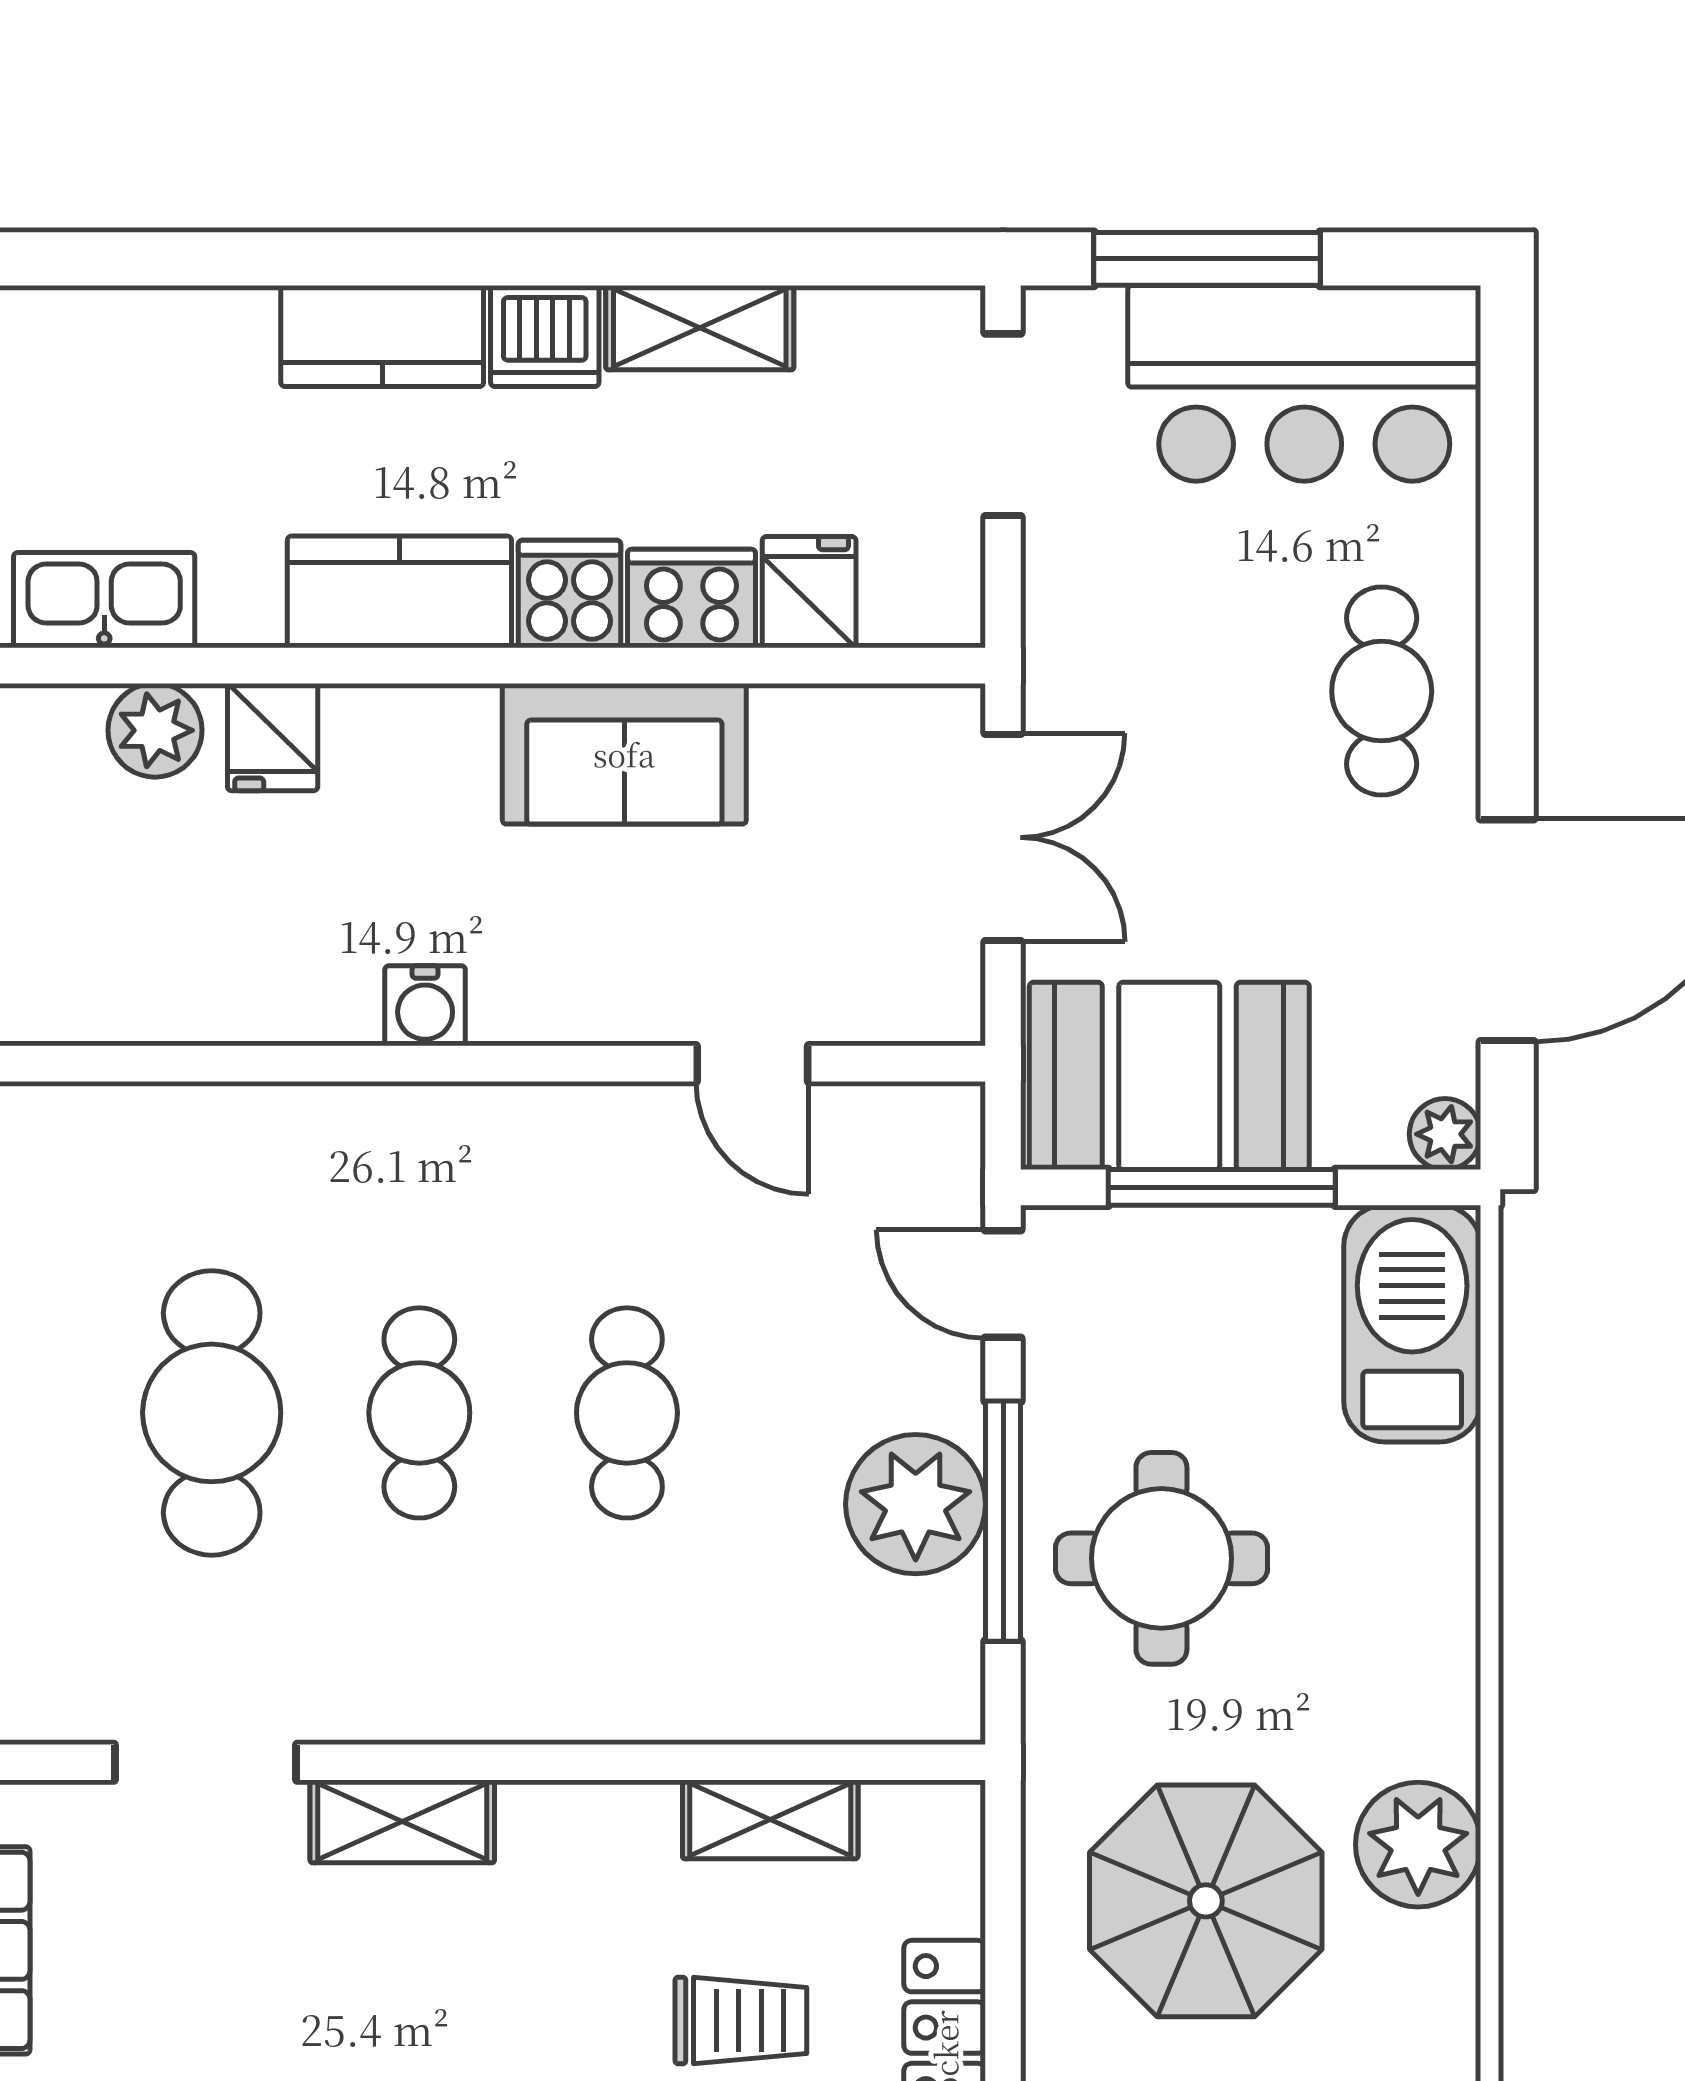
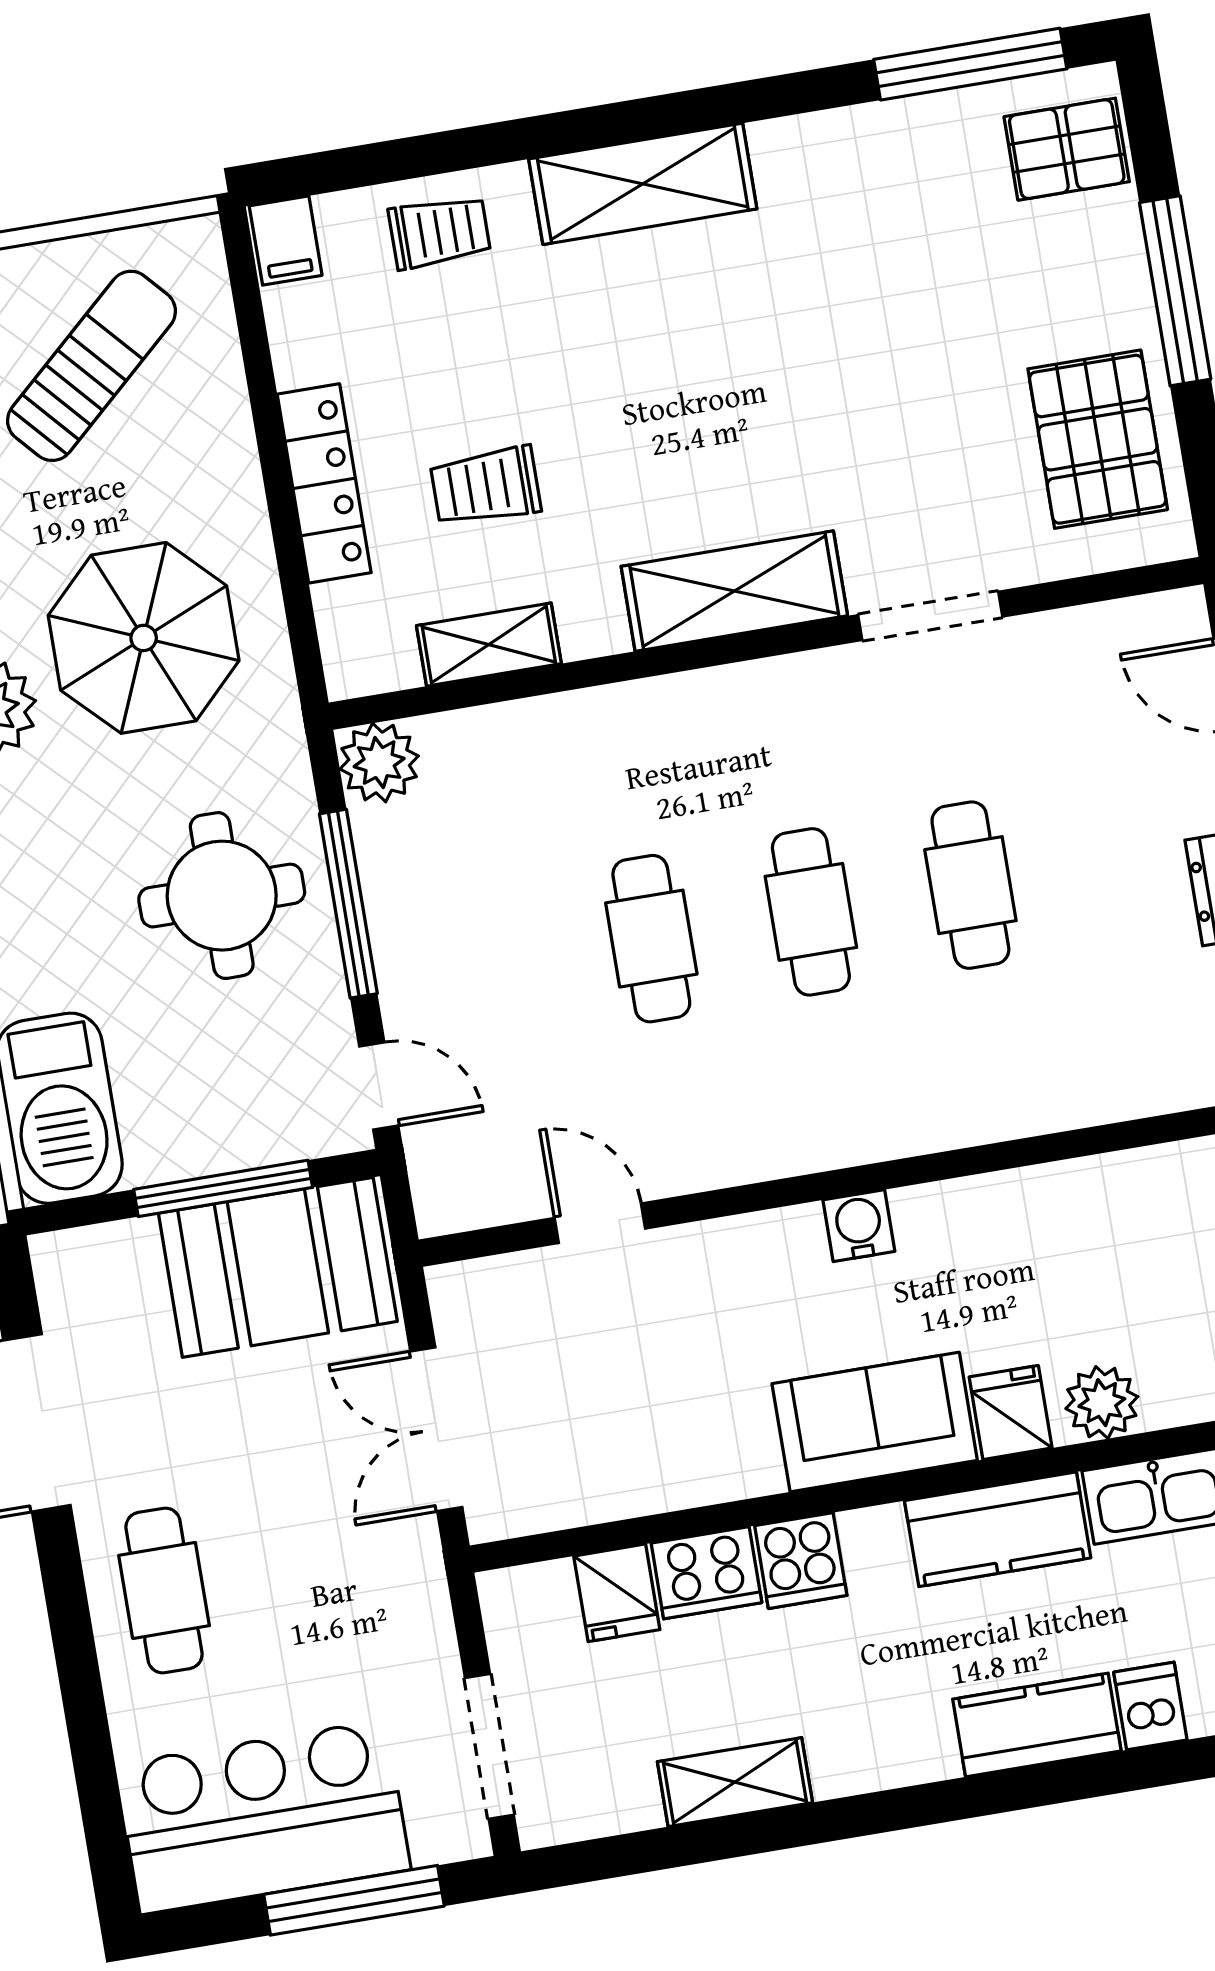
kitchen counter: (382, 336) -> (1037, 1725), moved
dishwasher: (545, 336) -> (1150, 1706), moved, width x0.73
kitchen counter: (399, 592) -> (998, 1529), moved
sofa: (624, 754) -> (875, 1422), moved
plant: (1445, 1134) -> (58, 1258), removed
cafe table: (212, 1413) -> (970, 885), width x0.73, depth x0.74
plant: (916, 1504) -> (379, 763), moved, width x0.73, depth x0.73
shelving: (402, 1821) -> (734, 591), width x1.50, depth x1.33

